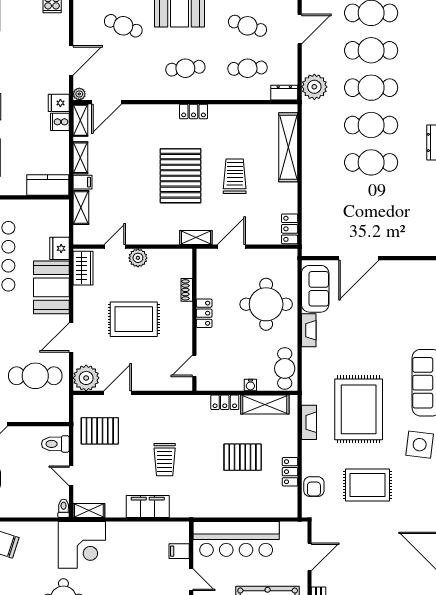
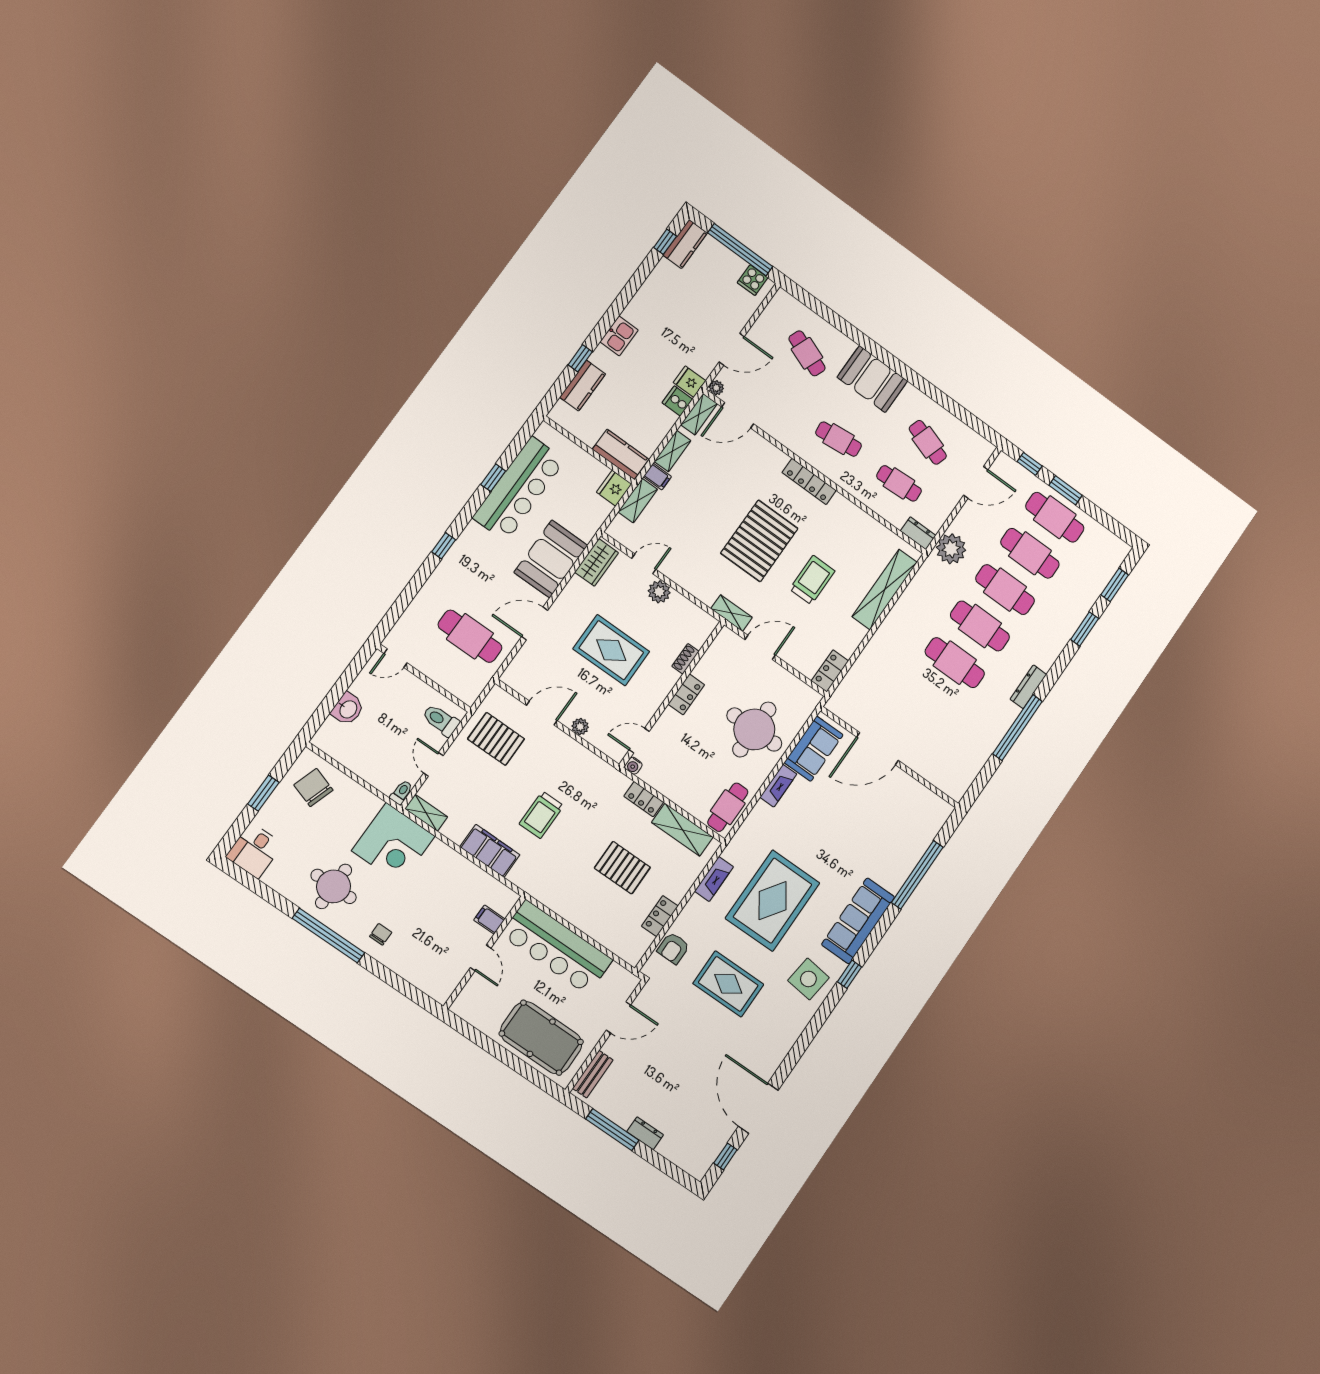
locker: (194, 111) -> (809, 482), width x1.53
fridge: (60, 248) -> (614, 488), moved
plant: (86, 378) -> (580, 727), moved, width x0.53, depth x0.53
water cooler: (250, 385) -> (633, 766), moved

